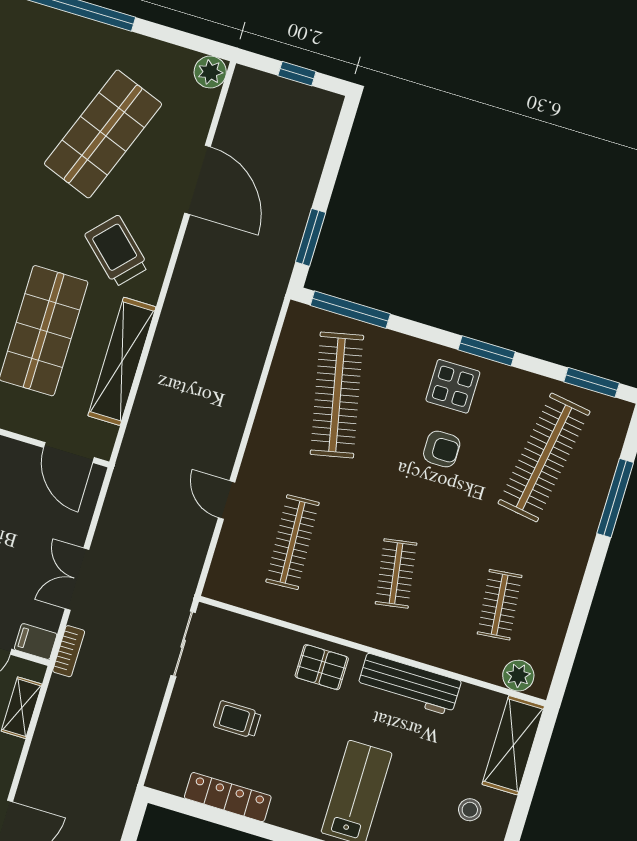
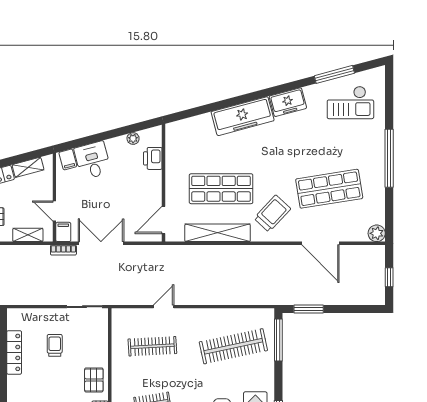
shop shelf: (103, 134) -> (329, 189), turned -30
door: (198, 180) -> (320, 243), hinge flipped
double door: (77, 579) -> (101, 243), width x1.37

